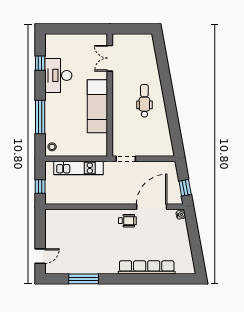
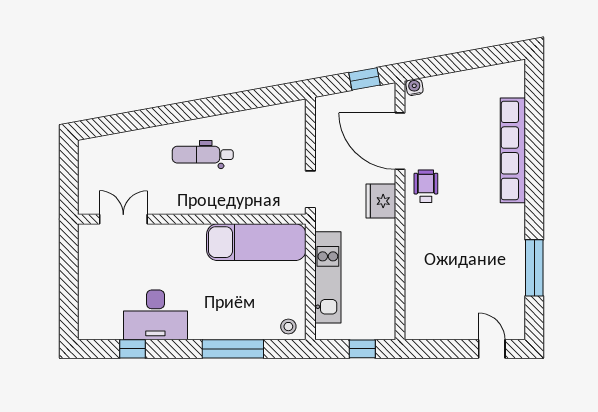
double door: (110, 58) -> (123, 219), swing flipped
exam couch: (97, 106) -> (256, 242), moved
fridge: (120, 196) -> (381, 201), added

